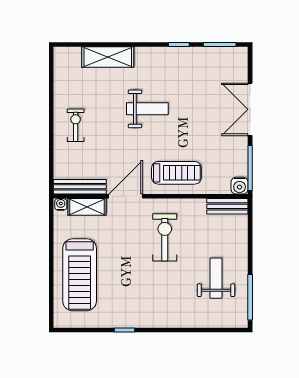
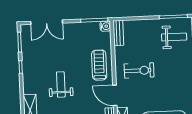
double door: (250, 109) -> (47, 22), moved
exercise bike: (165, 237) -> (139, 70), turned 180
weight bench: (216, 278) -> (174, 37), moved, turned 180

